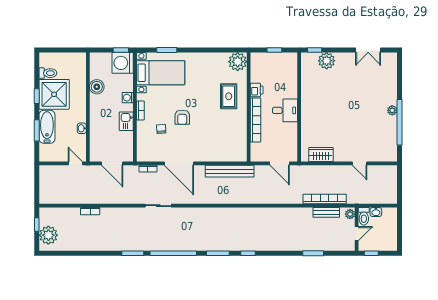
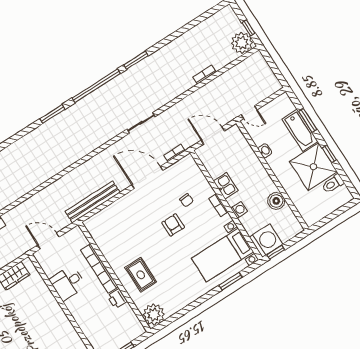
desk: (285, 110) -> (68, 283), moved
plant: (48, 235) -> (242, 43), moved
window: (248, 253) -> (23, 133), removed

